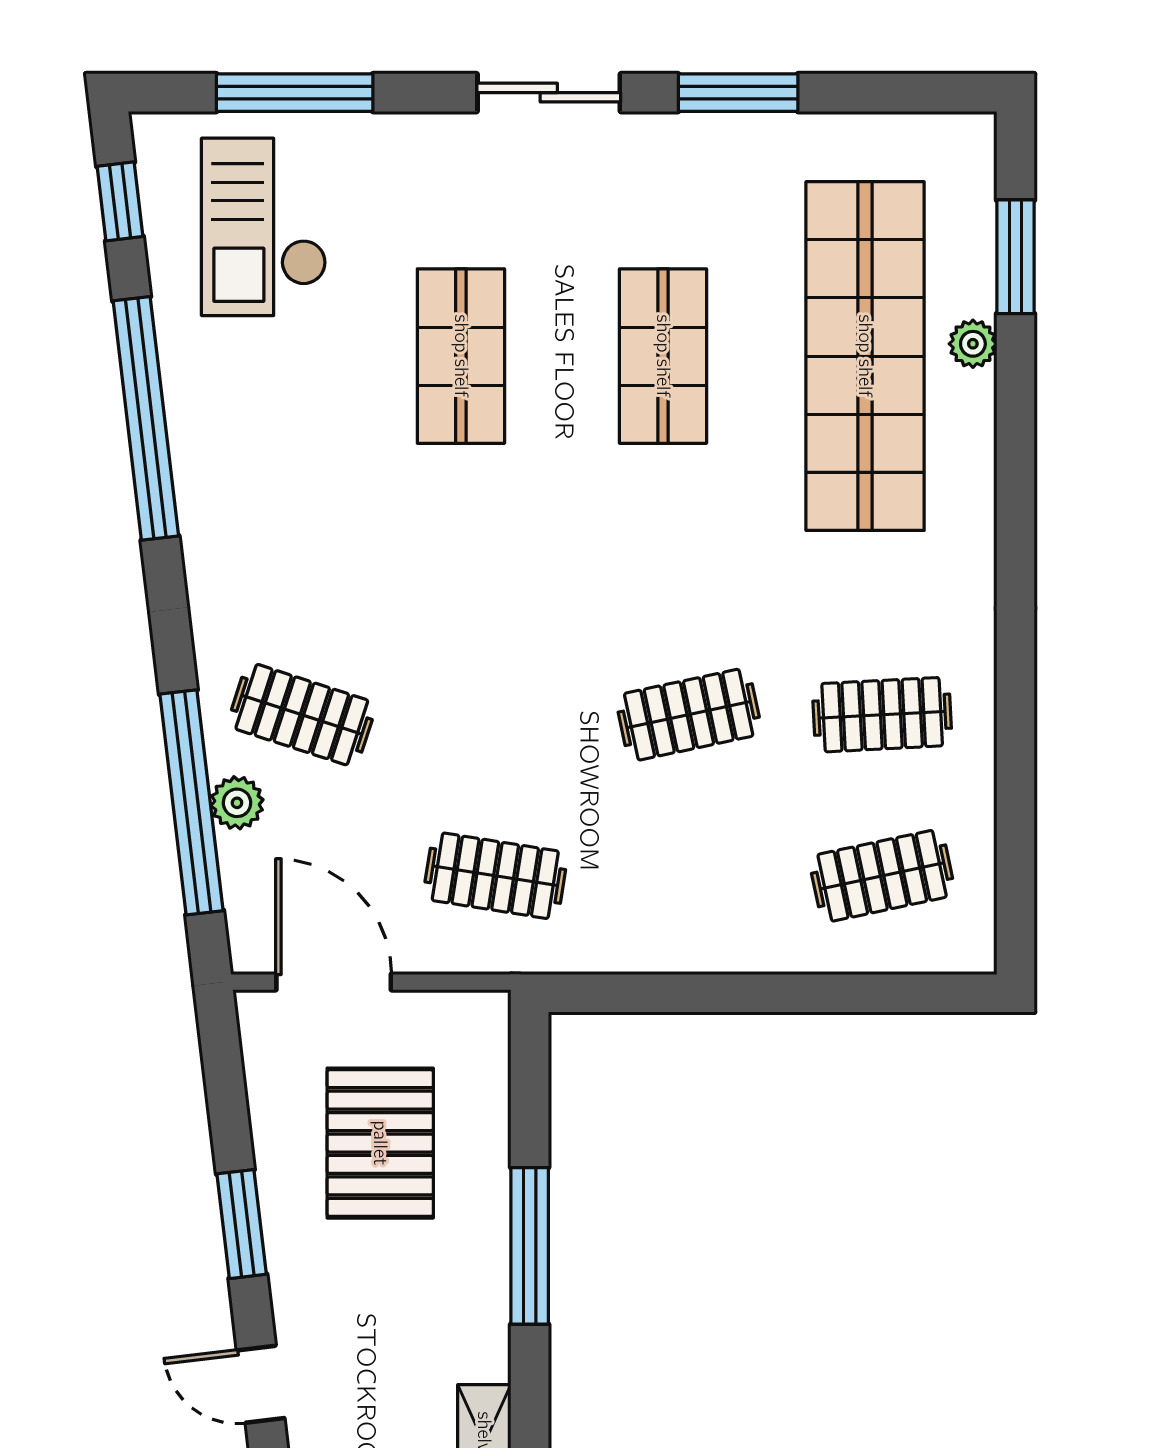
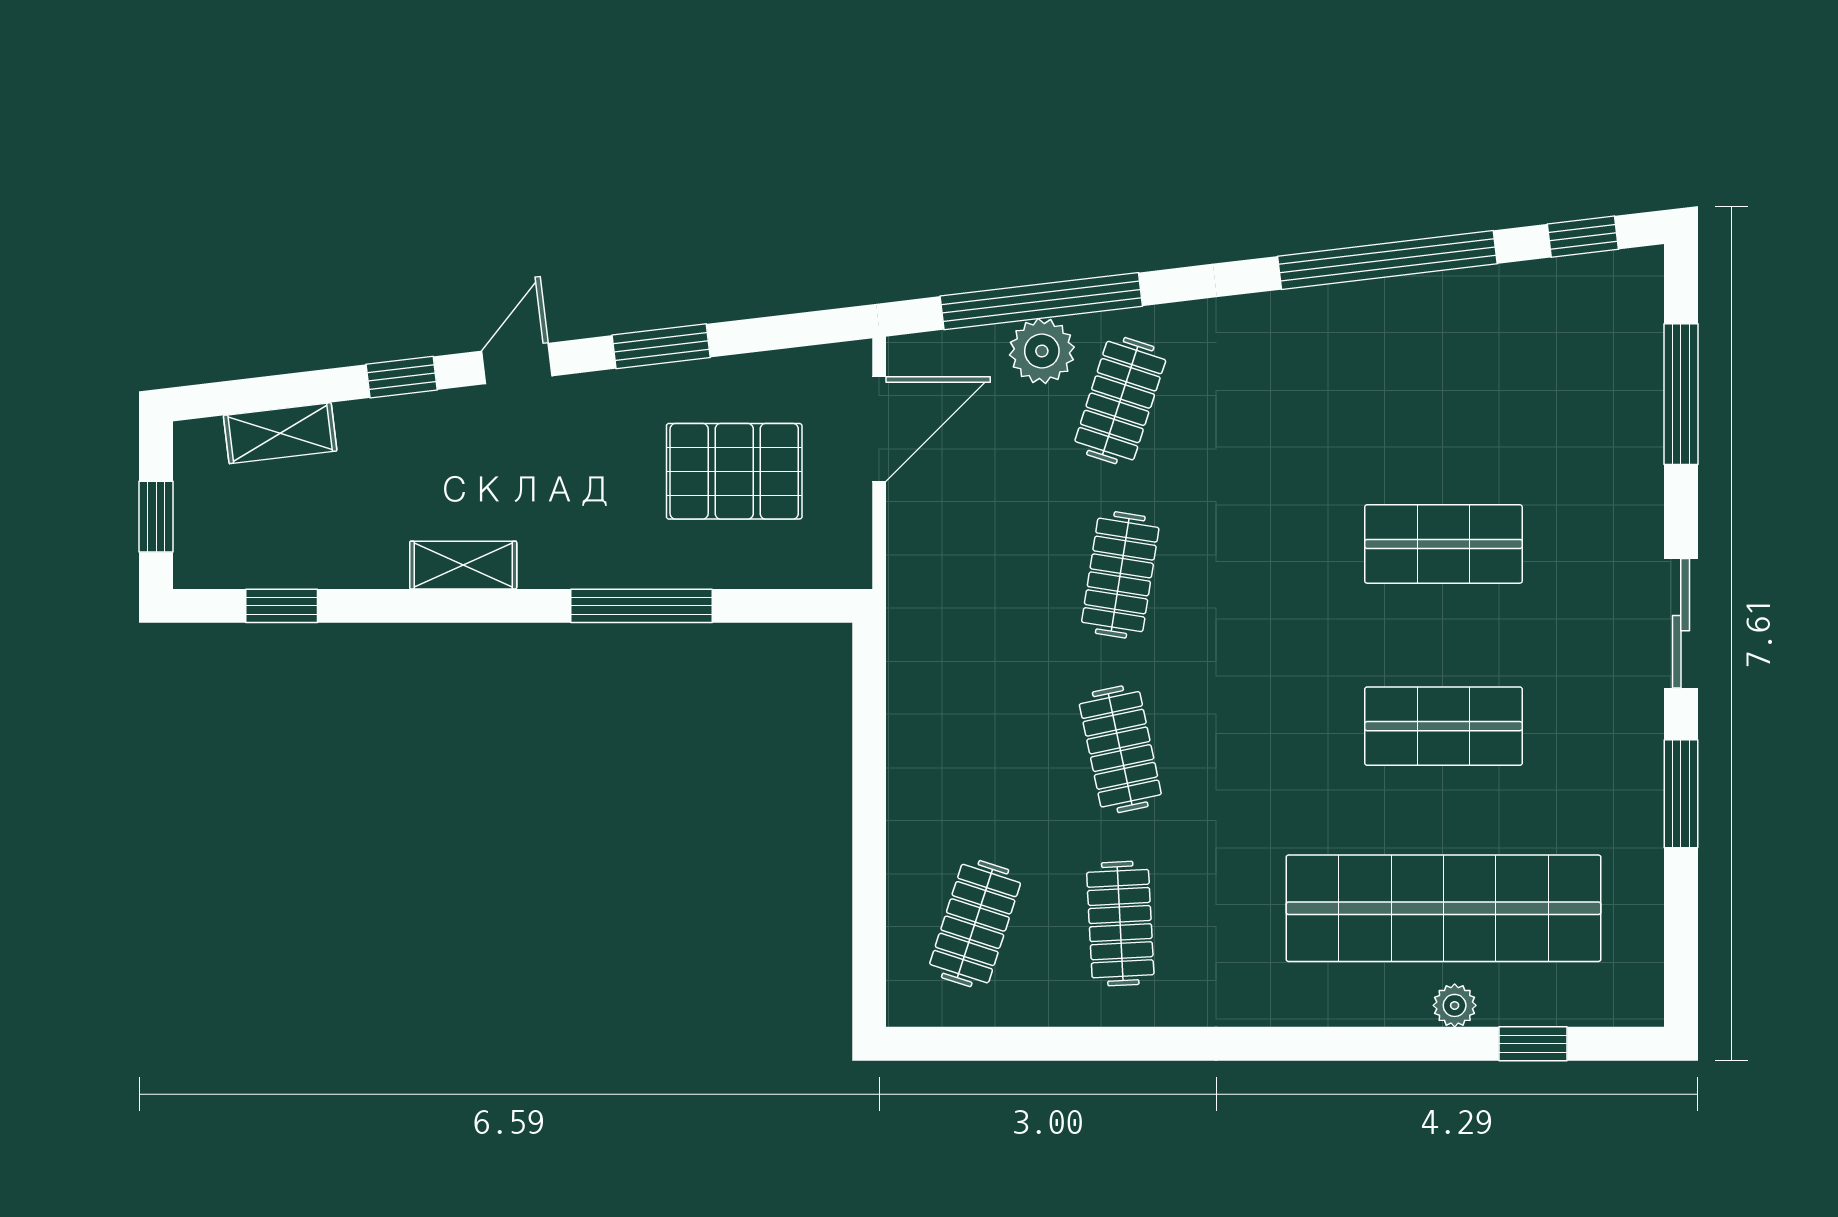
checkout: (264, 227) -> (1560, 366), removed
window: (1015, 257) -> (1533, 1044), width x0.67
plant: (237, 803) -> (1042, 351), width x1.38, depth x1.38
clothes rail: (495, 876) -> (1120, 575), moved
clothes rail: (882, 876) -> (975, 924), turned 30

